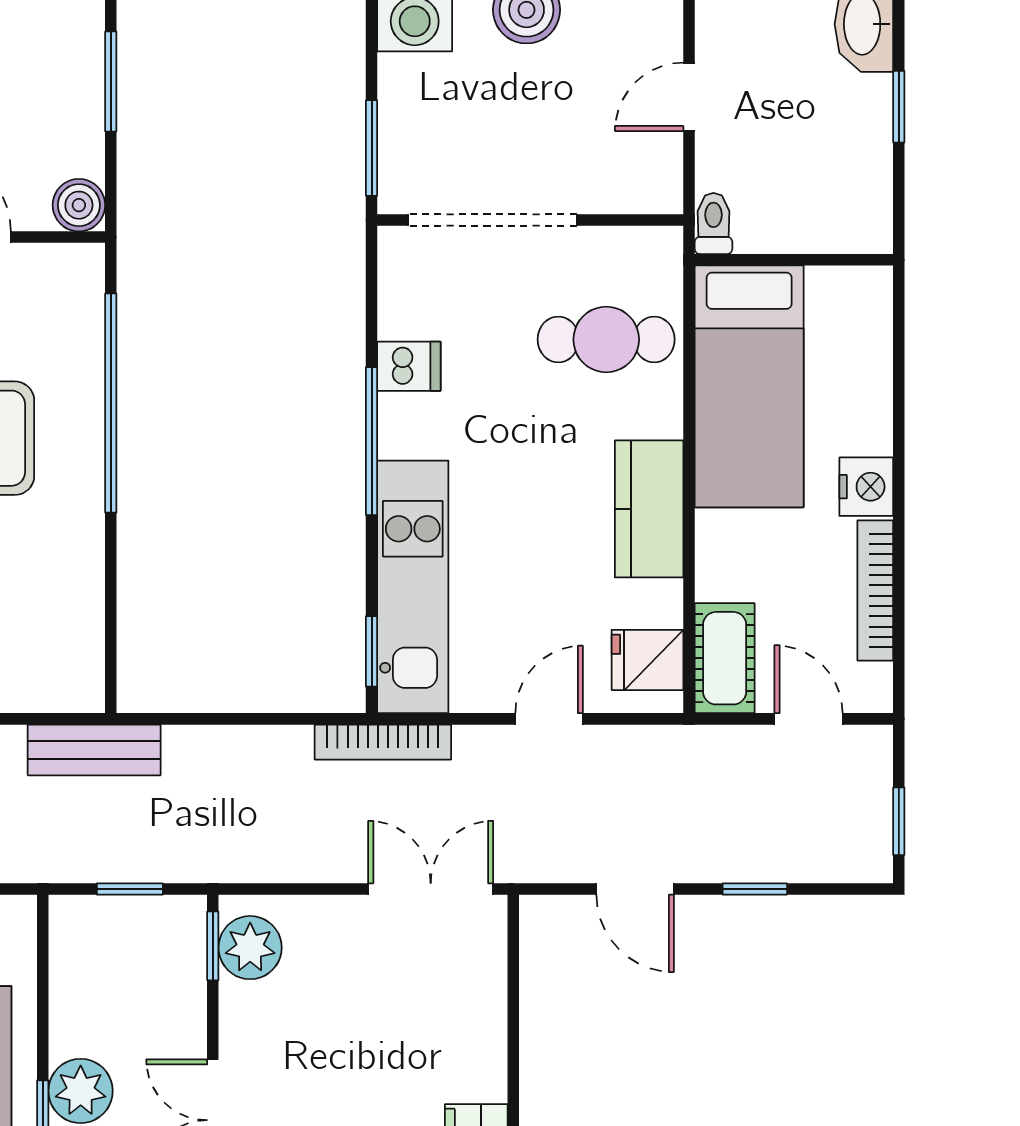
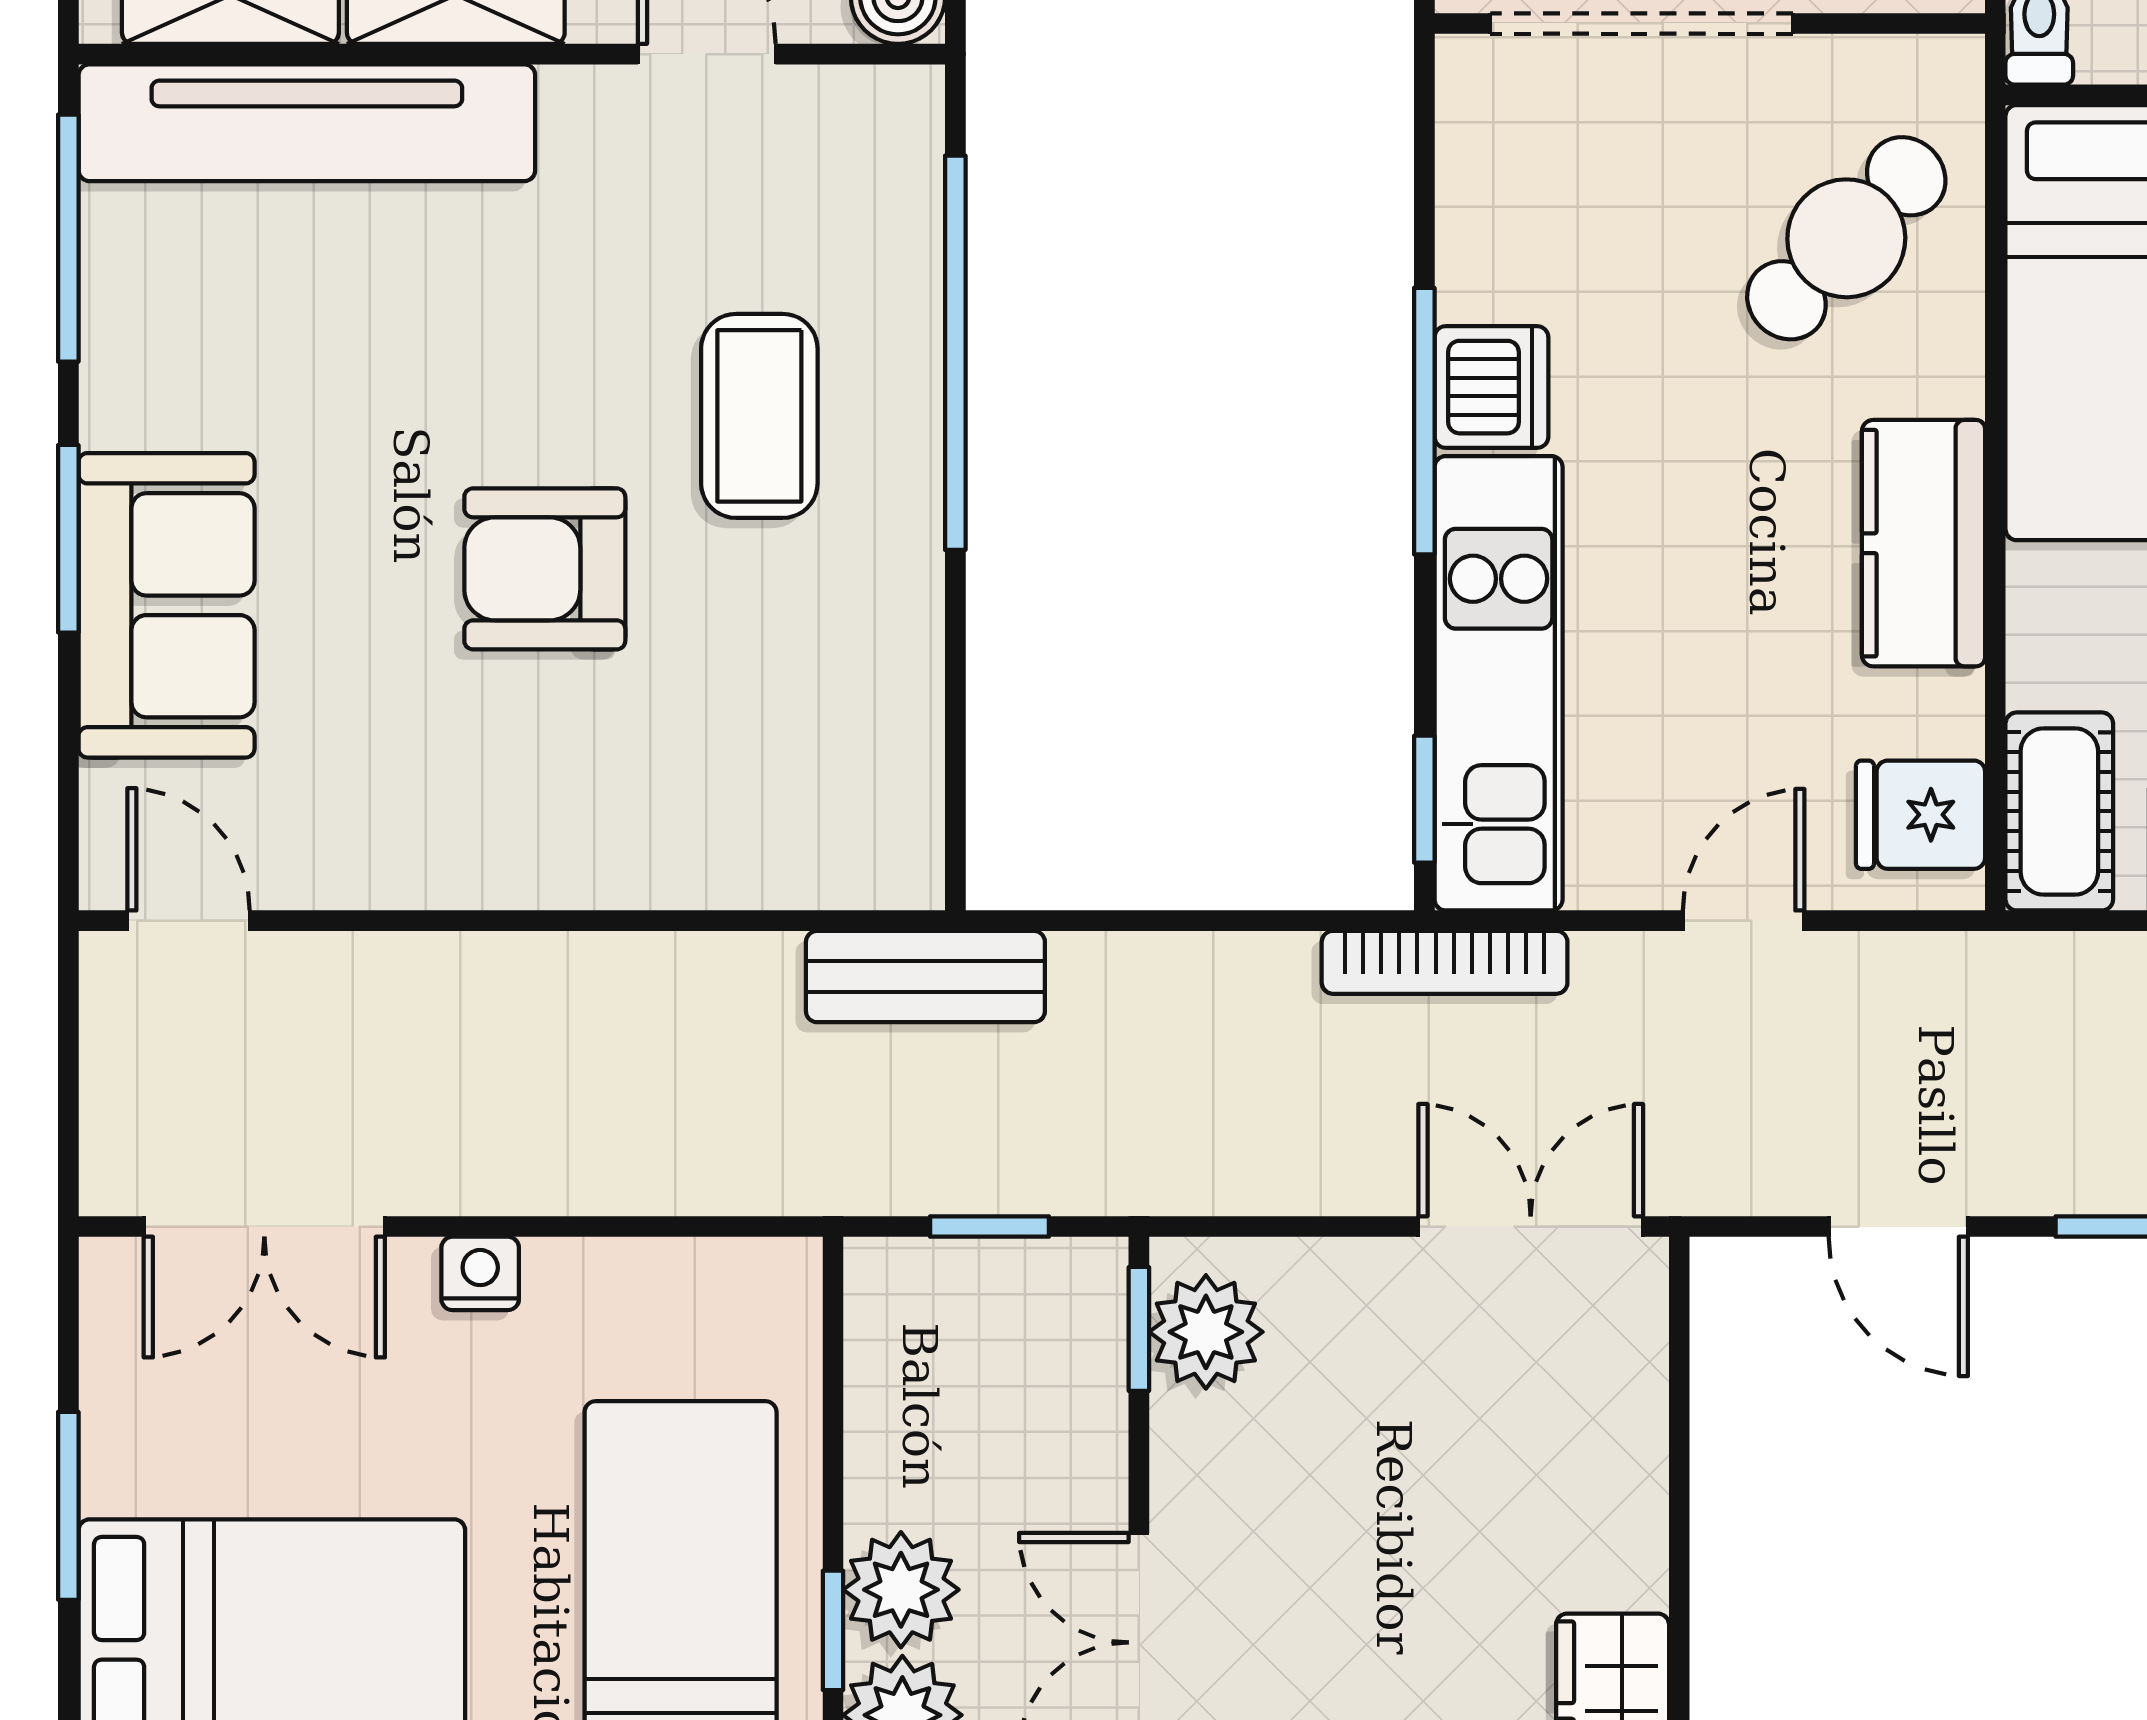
cafe table: (606, 339) -> (1846, 238), turned -46
dishwasher: (409, 366) -> (1491, 387), moved, width x1.38

